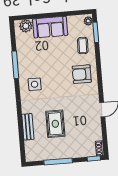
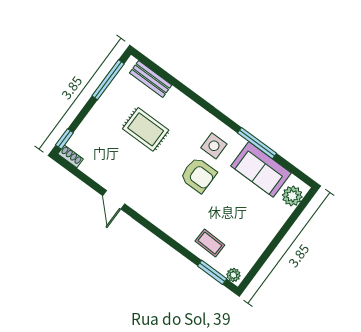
sofa: (50, 27) -> (261, 169), moved, turned -90
armchair: (82, 74) -> (198, 175), moved, turned 90
bench: (28, 127) -> (151, 79), moved
window: (58, 162) -> (108, 80), moved

